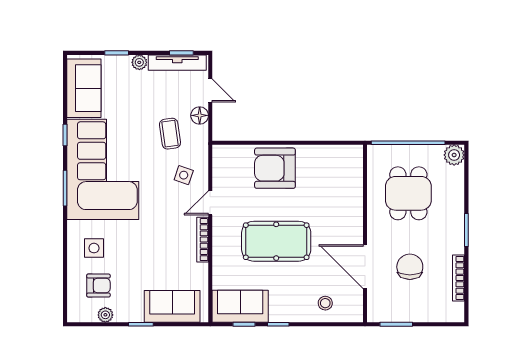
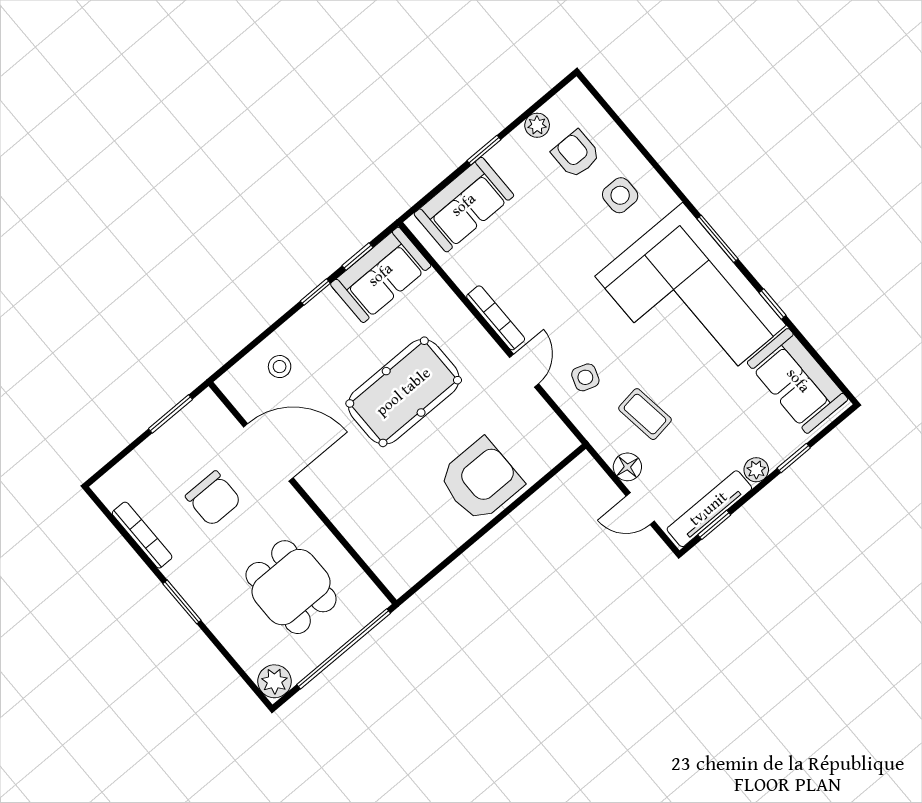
armchair: (98, 286) -> (576, 154), turned 90

